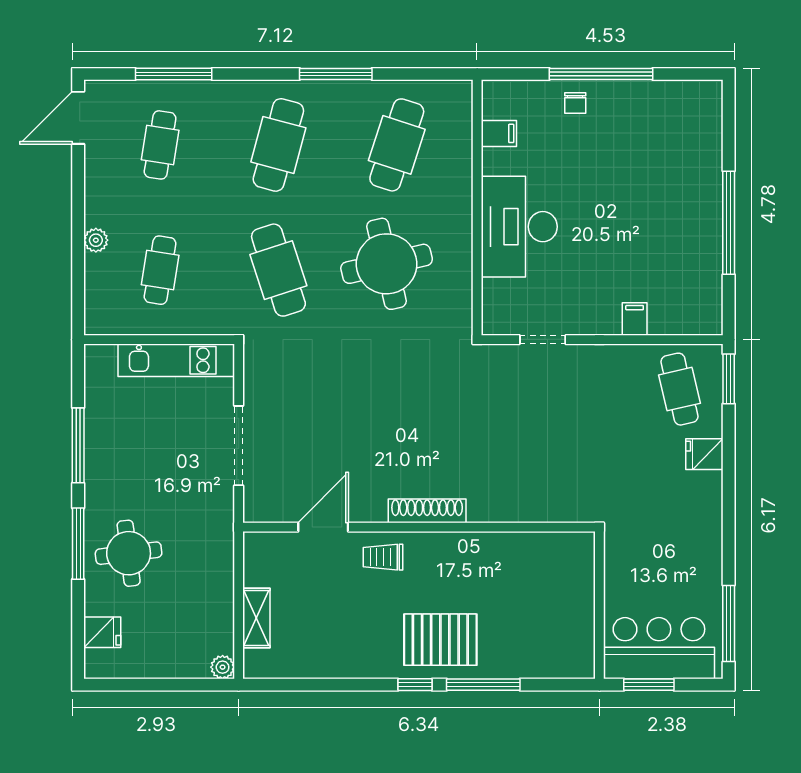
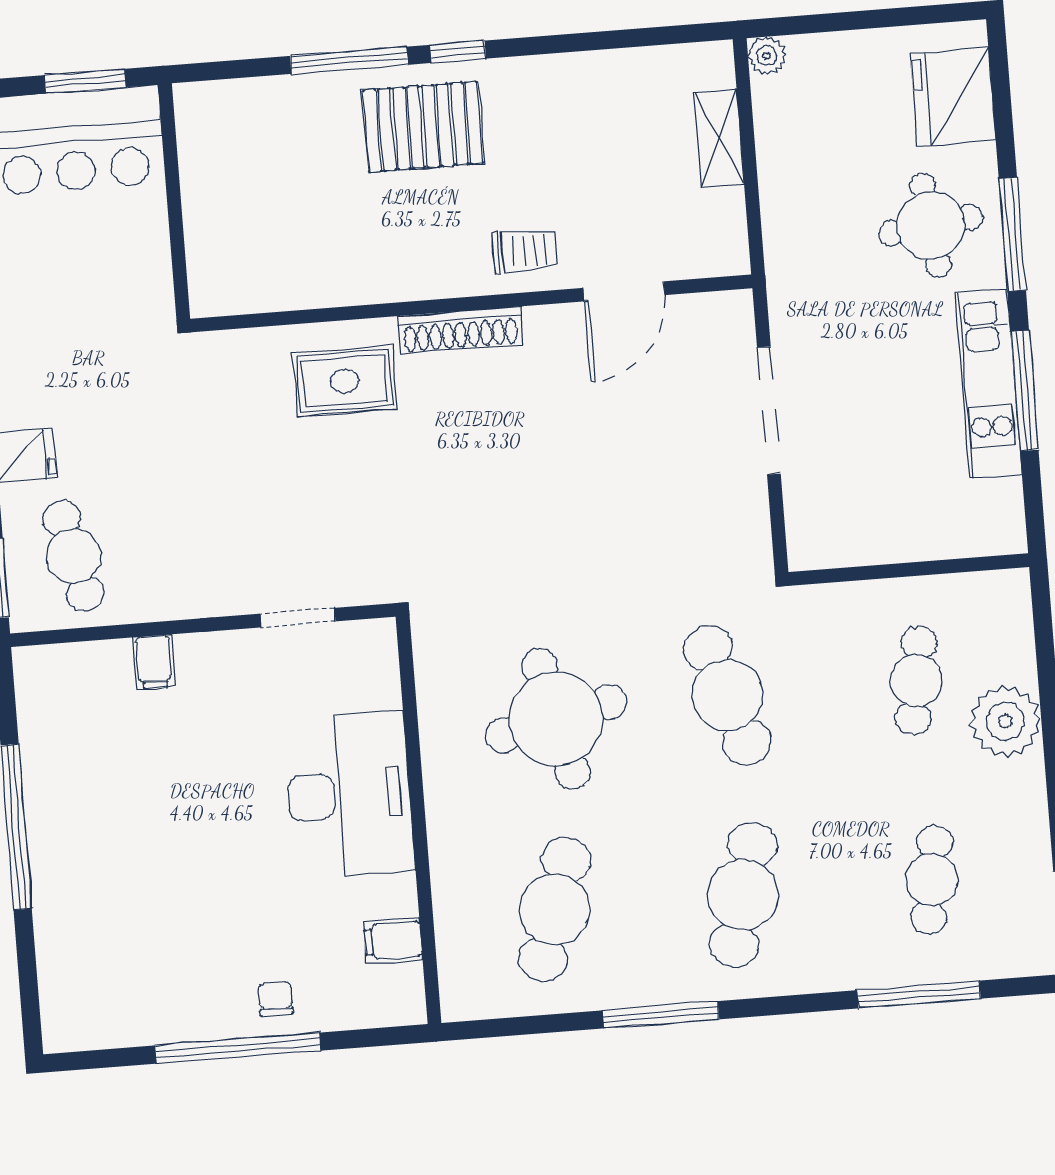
plant: (96, 240) -> (1005, 721), width x1.87, depth x1.87
kitchen unit: (176, 360) -> (989, 384), moved, turned -90
rug: (502, 485) -> (345, 381), added
fridge: (102, 632) -> (953, 97), width x1.88, depth x1.34

